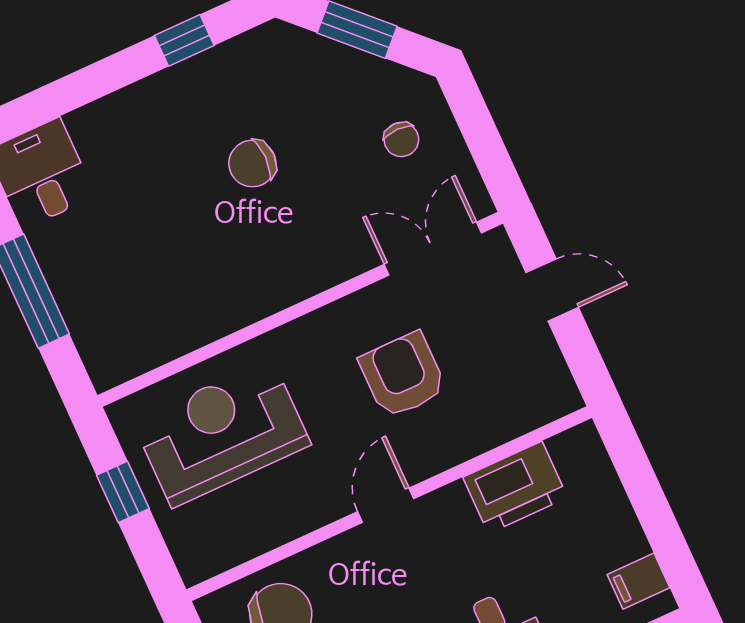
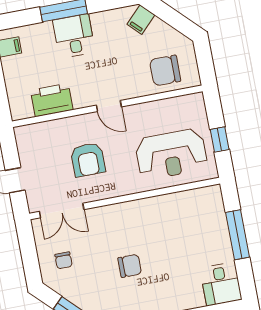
chair: (401, 139) -> (64, 260), turned 180
door: (386, 505) -> (109, 106), hinge flipped

